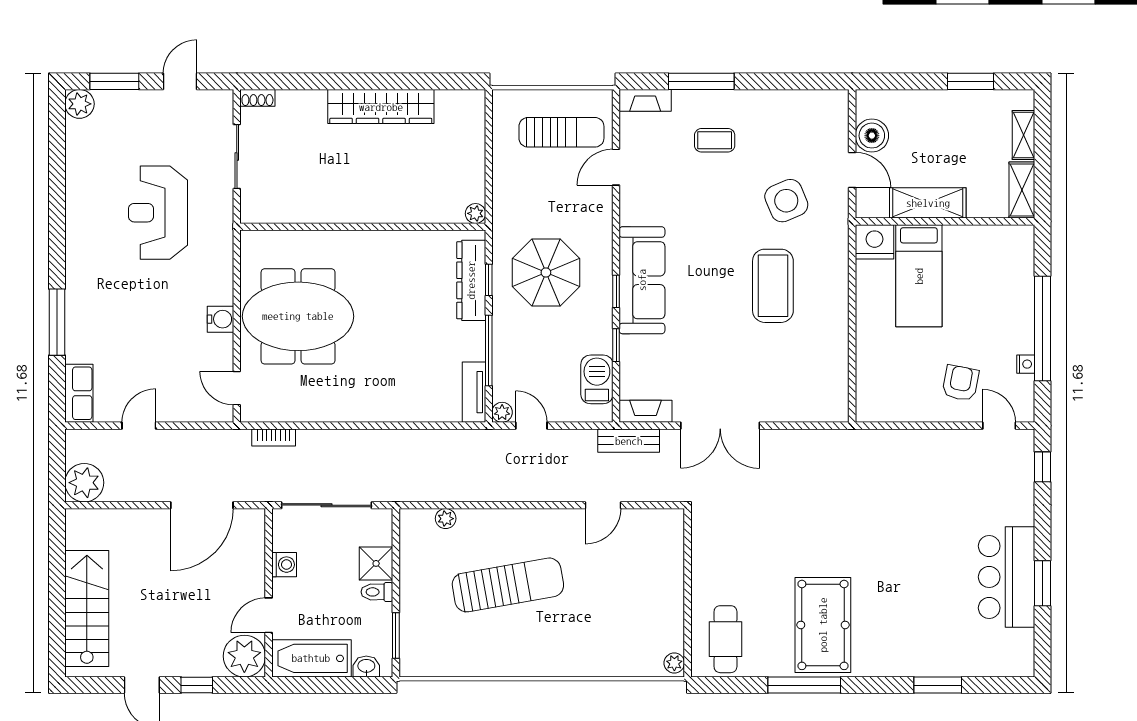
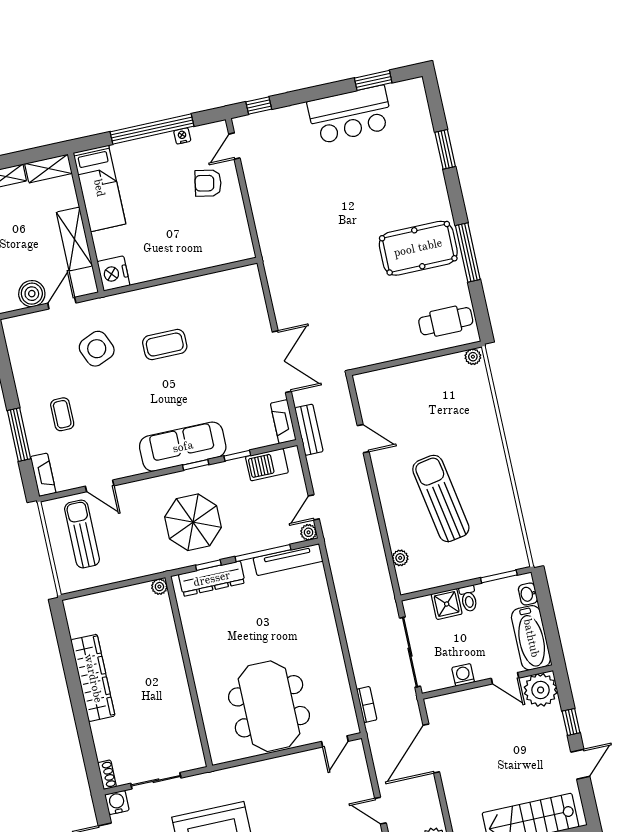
bed: (919, 276) -> (99, 188), moved, turned 90
coffee table: (773, 286) -> (165, 345), width x0.73, depth x0.76
water cooler: (220, 319) -> (117, 802), moved
tv unit: (474, 392) -> (288, 560), width x1.41
door: (202, 505) -> (431, 748), swing flipped
window: (1043, 583) -> (373, 80), moved

